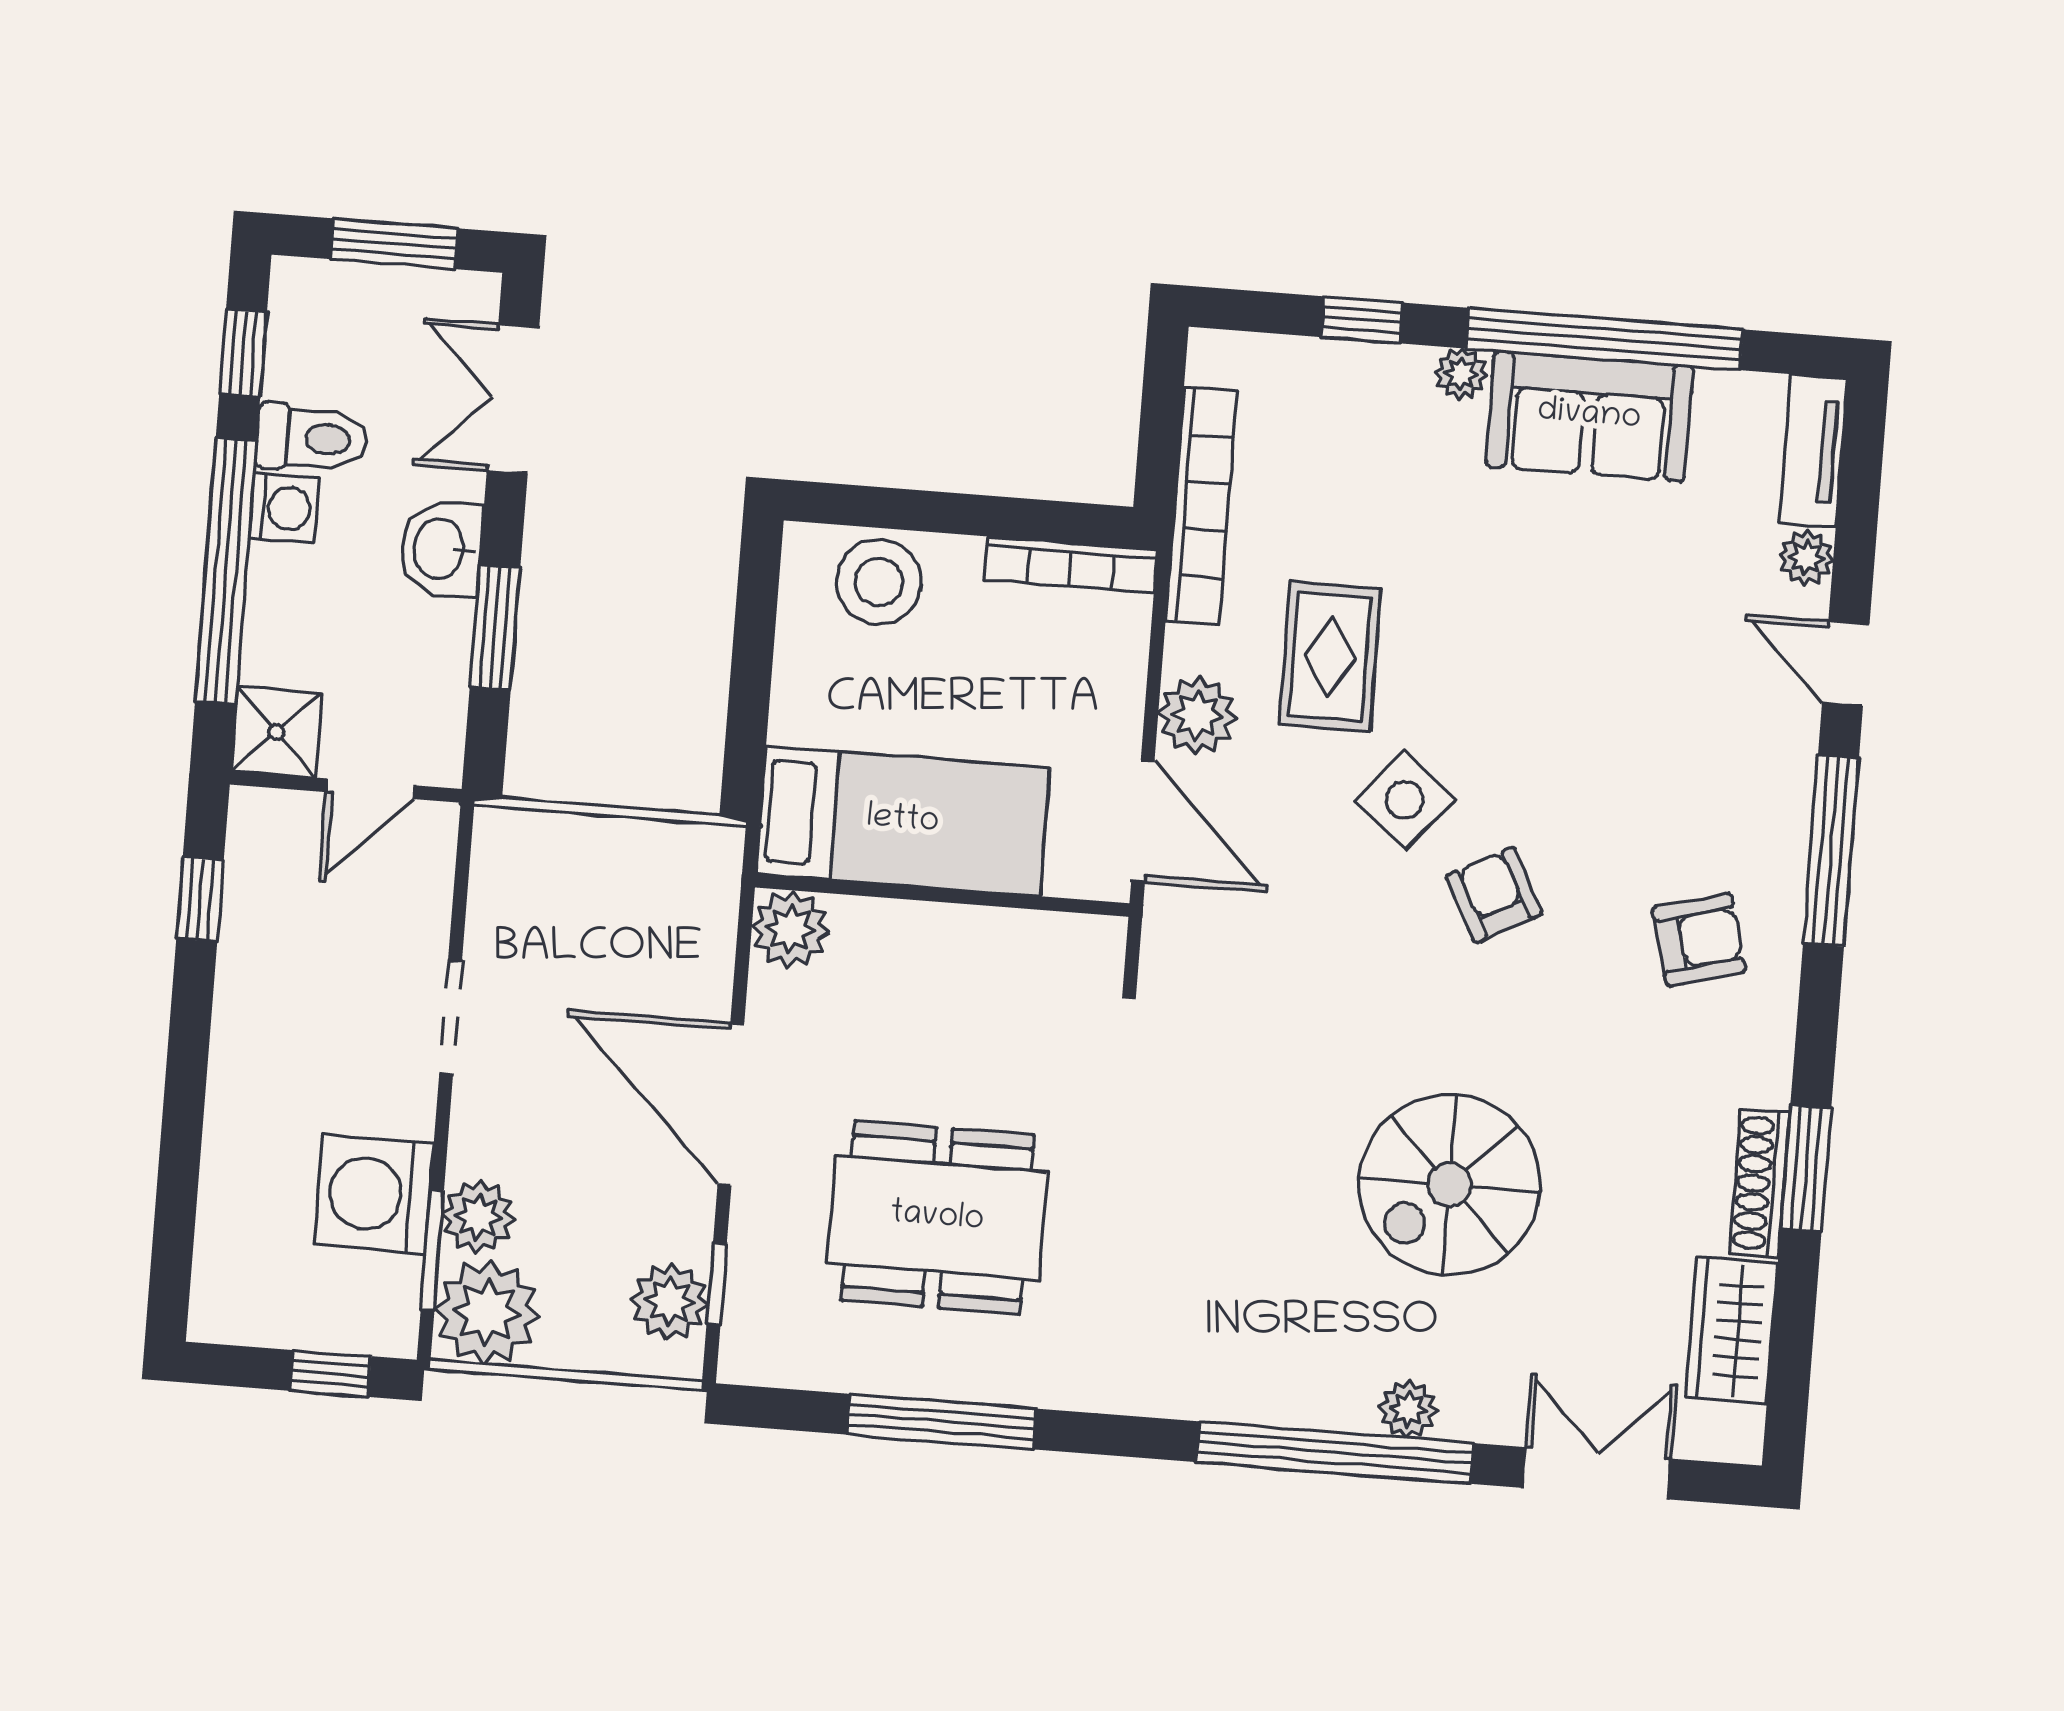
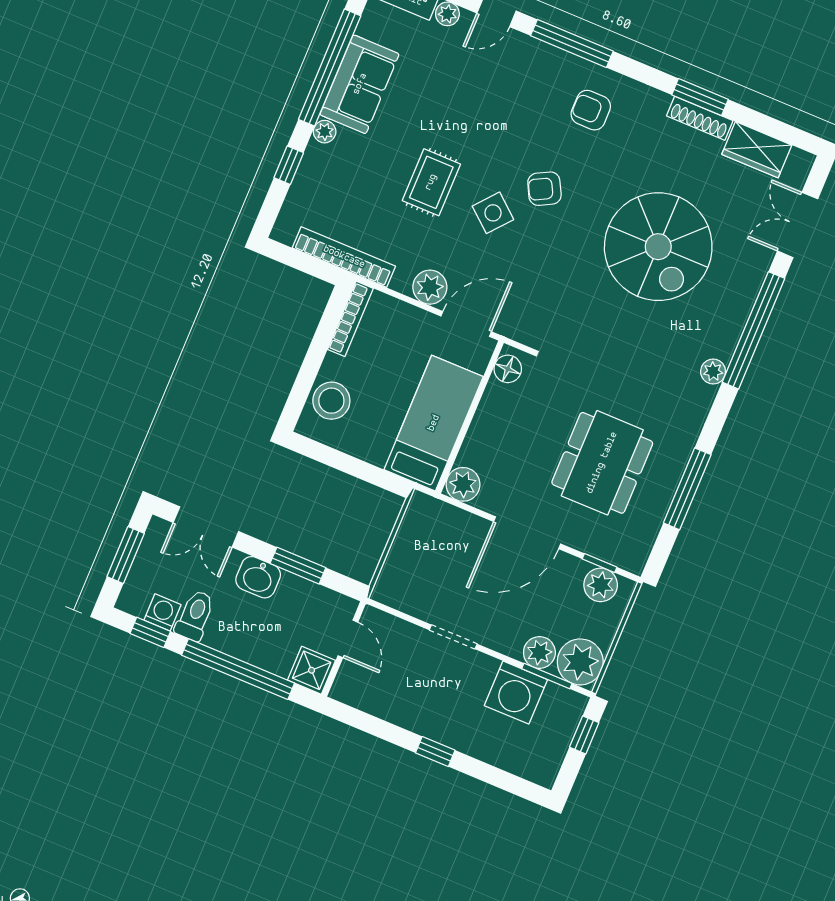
washing machine: (284, 508) -> (162, 612), moved
rug: (1330, 657) -> (431, 182), moved, turned 90
window: (200, 899) -> (435, 752), moved
armchair: (1699, 940) -> (591, 110), turned -75
floor lamp: (1075, 944) -> (508, 369), added
spiral stairs: (1449, 1185) -> (658, 247), width x1.37, depth x1.37
plant: (1408, 1409) -> (713, 372), moved

